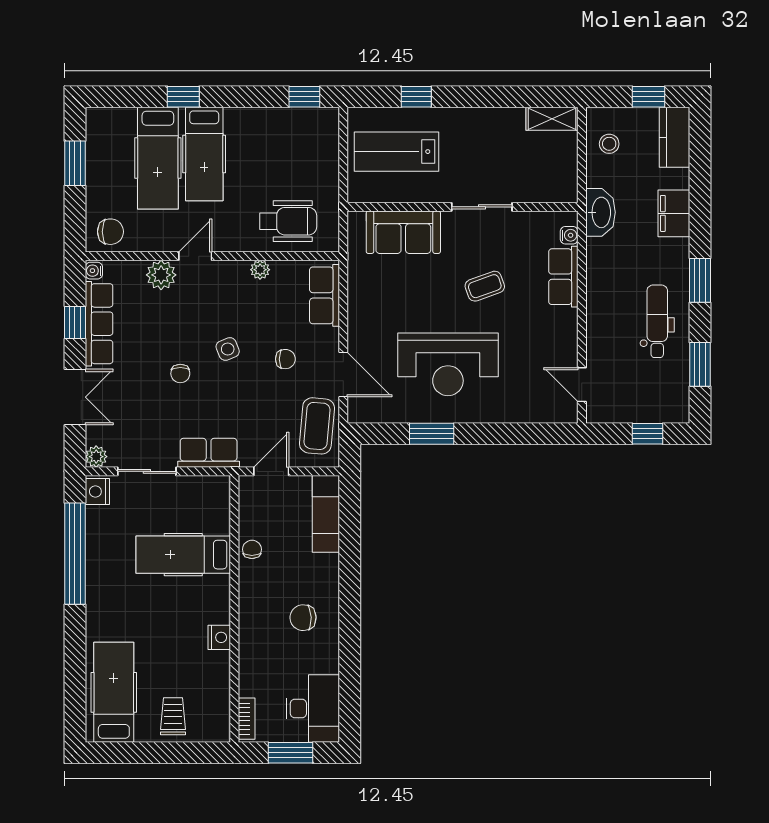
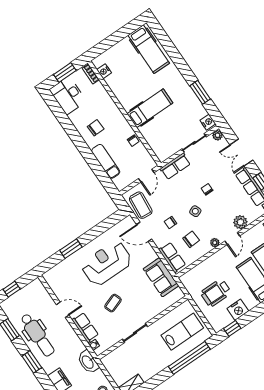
window: (416, 97) -> (189, 358), width x3.17
nightstand: (272, 123) -> (238, 310), added
wheelchair: (288, 221) -> (216, 293), moved
sofa: (403, 232) -> (161, 277), moved, turned -90
plant: (260, 270) -> (215, 243), moved
chair: (269, 304) -> (191, 239), added
dental chair: (657, 321) -> (37, 335), width x1.36, depth x1.38
door: (582, 385) -> (63, 310), moved
window: (432, 434) -> (71, 249), moved
exam couch: (326, 514) -> (106, 161), moved
window: (75, 554) -> (200, 92), width x0.47
hospital bed: (183, 555) -> (150, 108), moved
nightstand: (219, 637) -> (104, 71), moved
trolley: (173, 716) -> (120, 56), removed

